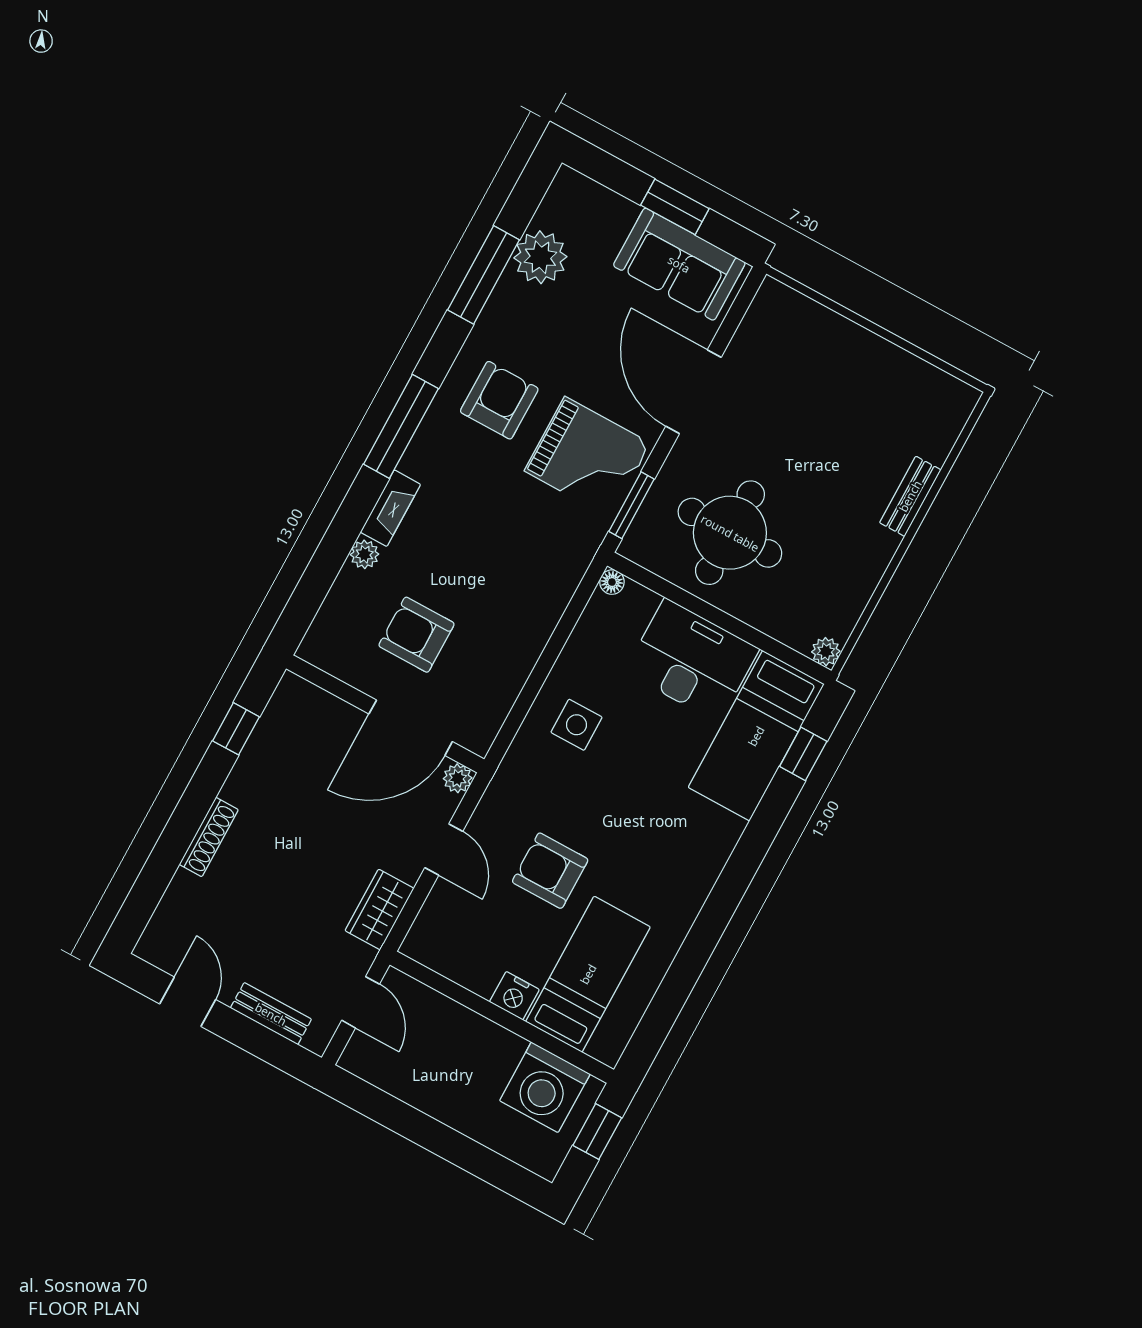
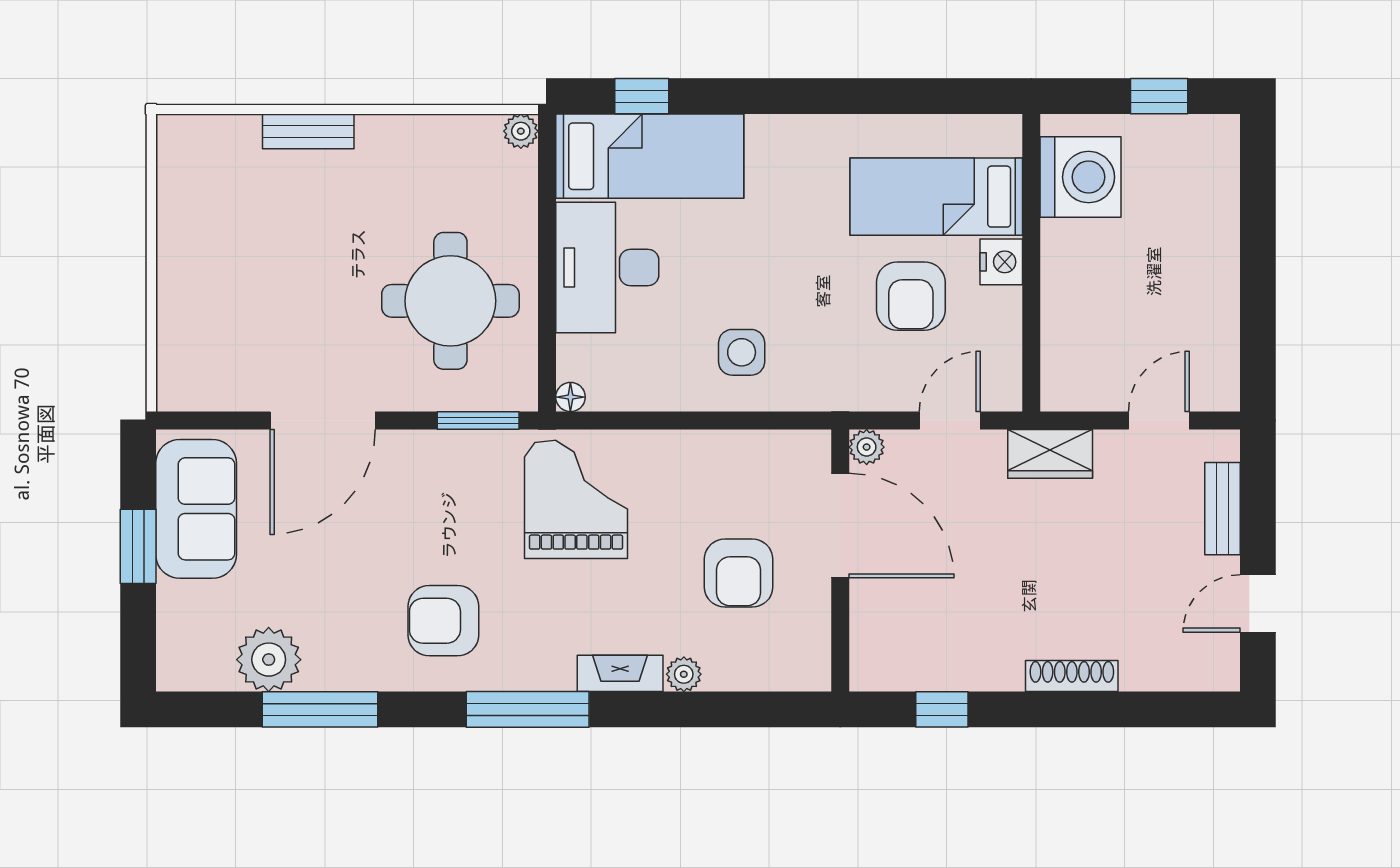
grand piano: (588, 457) -> (576, 499), moved
bed: (588, 974) -> (936, 197), moved
nightstand: (514, 996) -> (1001, 262), moved
wall: (502, 1017) -> (1031, 263), moved
washing machine: (545, 1087) -> (1080, 177), moved

